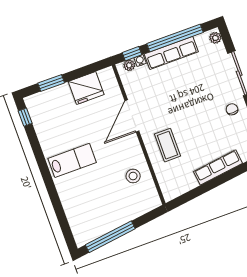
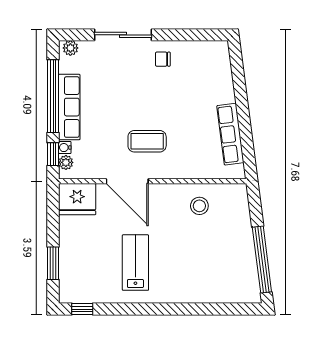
fridge: (86, 88) -> (77, 199), moved, turned 90
coffee table: (167, 145) -> (147, 141), moved
lab bench: (72, 160) -> (135, 263), moved
row of seats: (218, 167) -> (230, 134), moved

